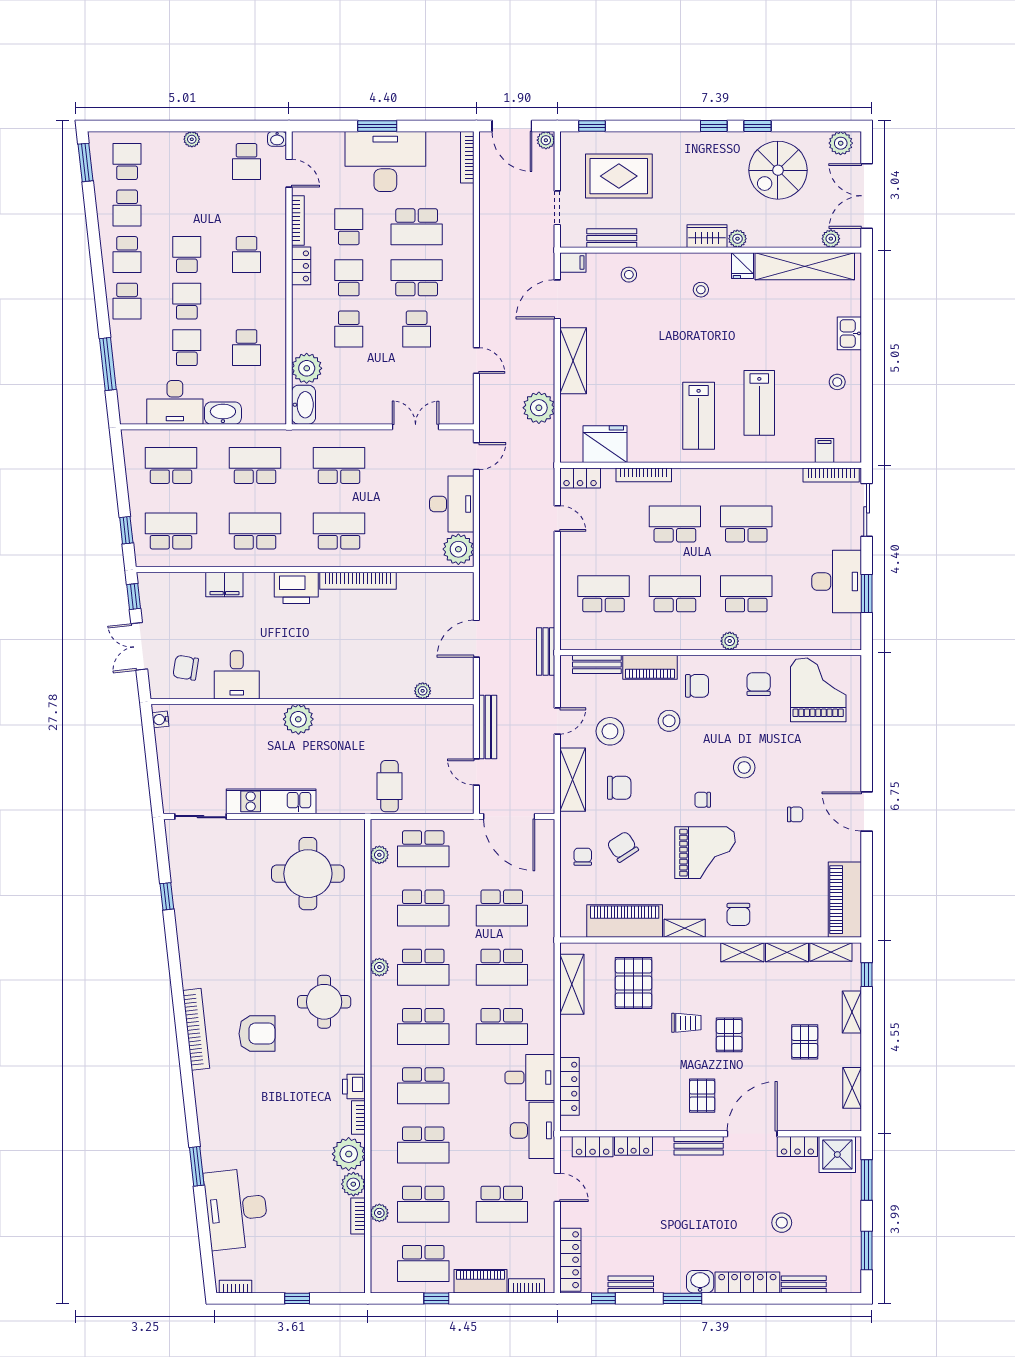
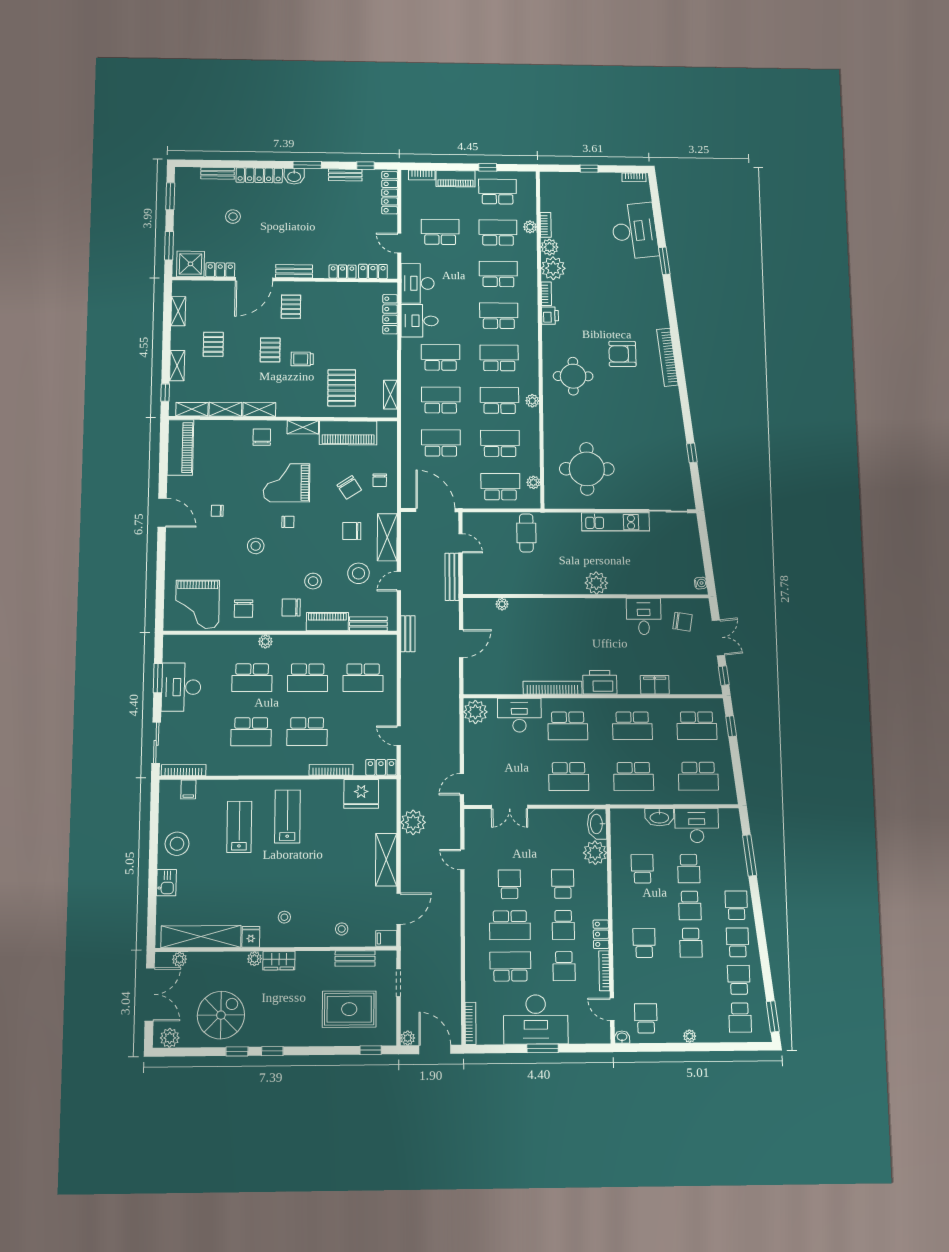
stool: (837, 382) -> (177, 844), width x1.89, depth x1.89
desk: (452, 504) -> (519, 715), moved, turned 90
shelving: (572, 984) -> (390, 395), width x0.67, depth x0.75

